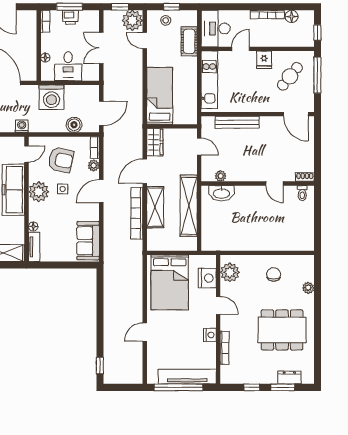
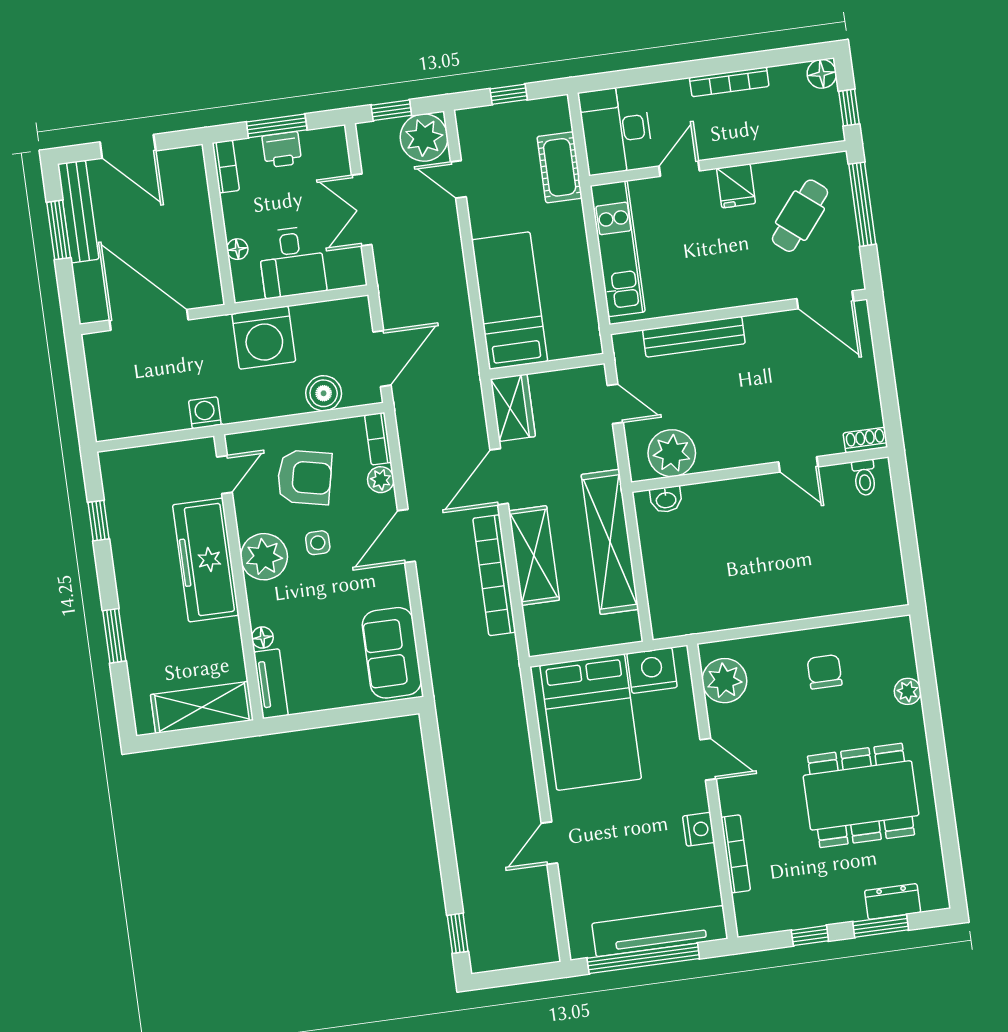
floor lamp: (292, 16) -> (822, 74), moved
stool: (166, 20) -> (500, 127), removed
plant: (221, 176) -> (672, 453), width x1.87, depth x1.87
washbasin: (221, 193) -> (666, 499), width x0.52, depth x0.69
nightstand: (207, 278) -> (652, 670), moved, turned -90

